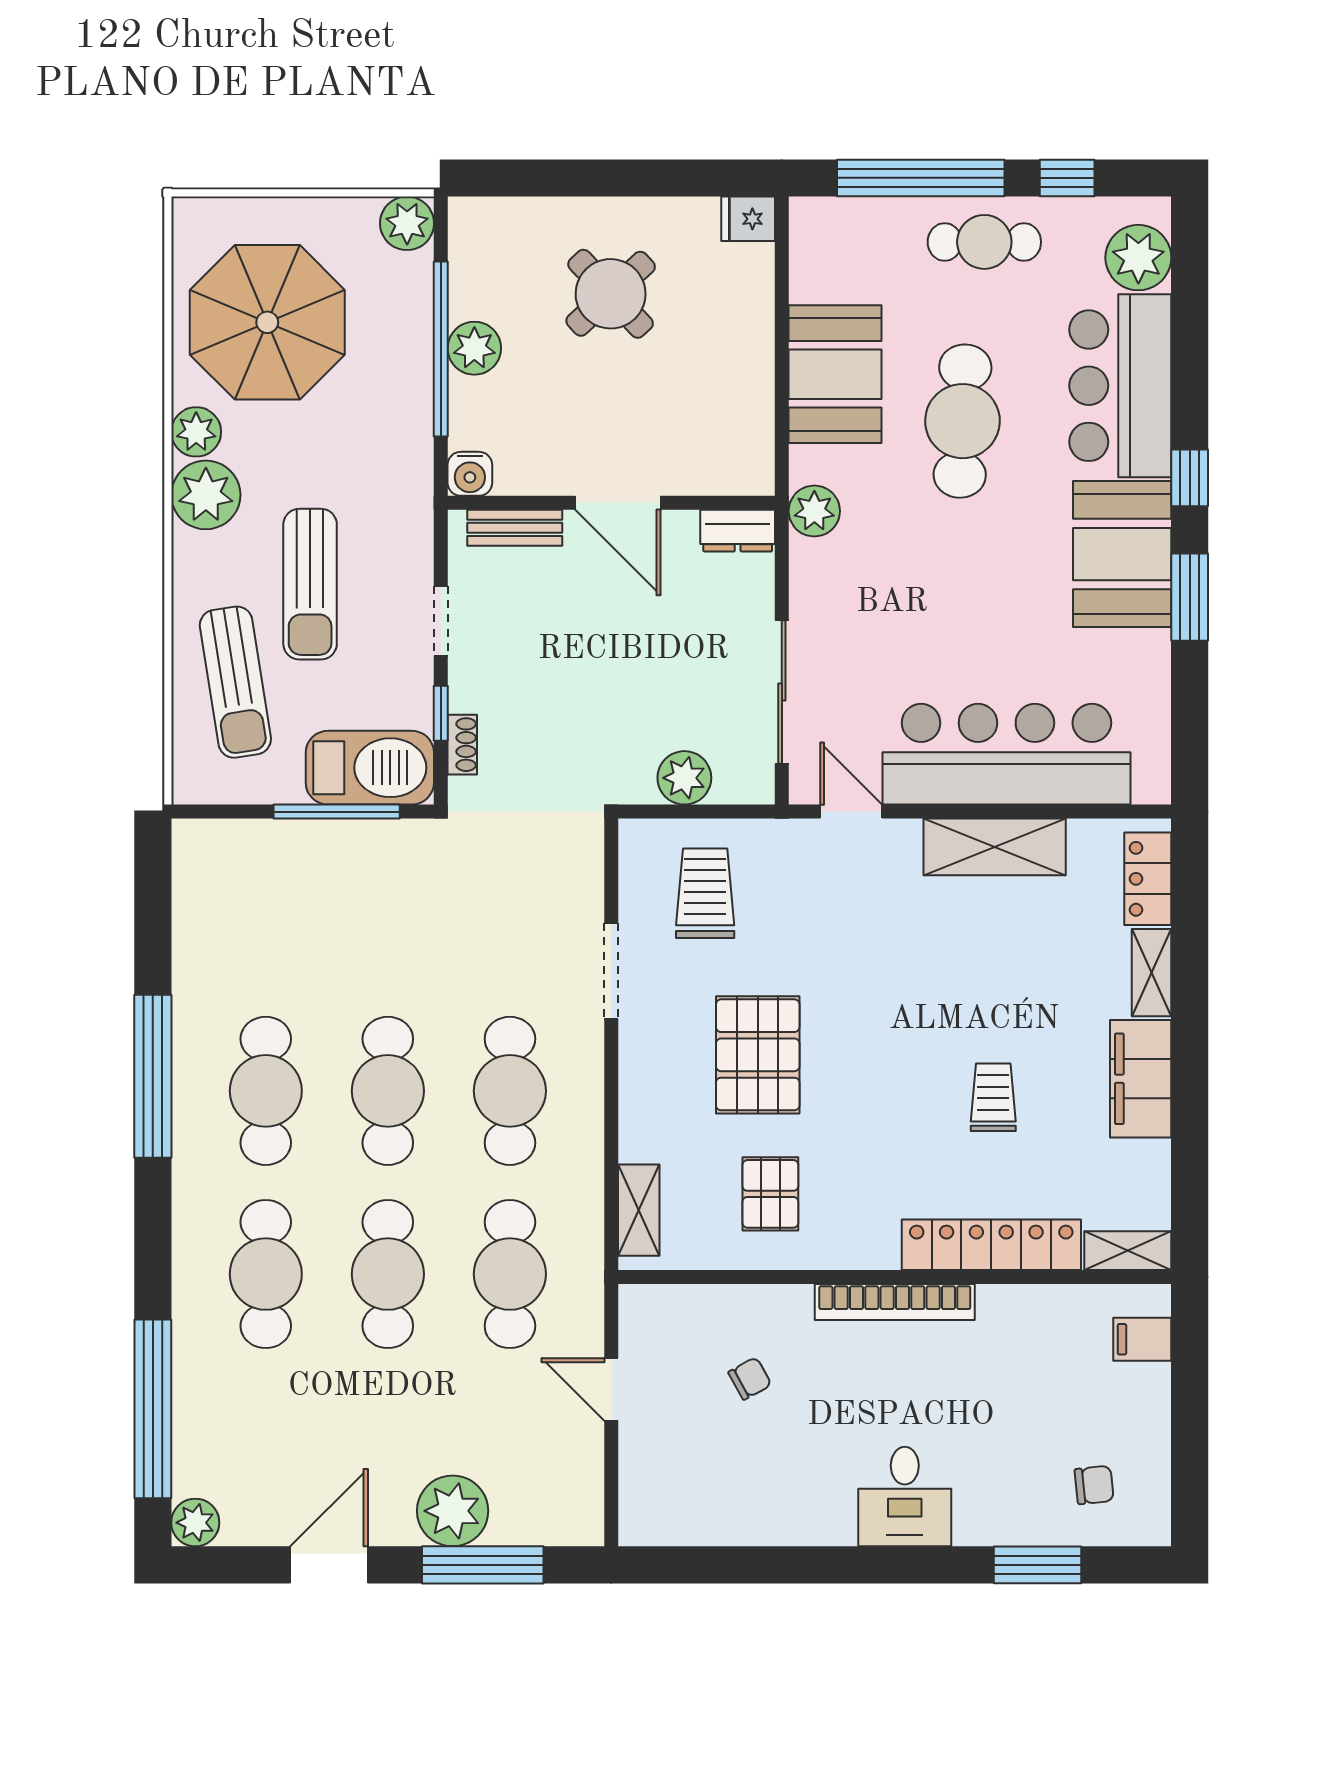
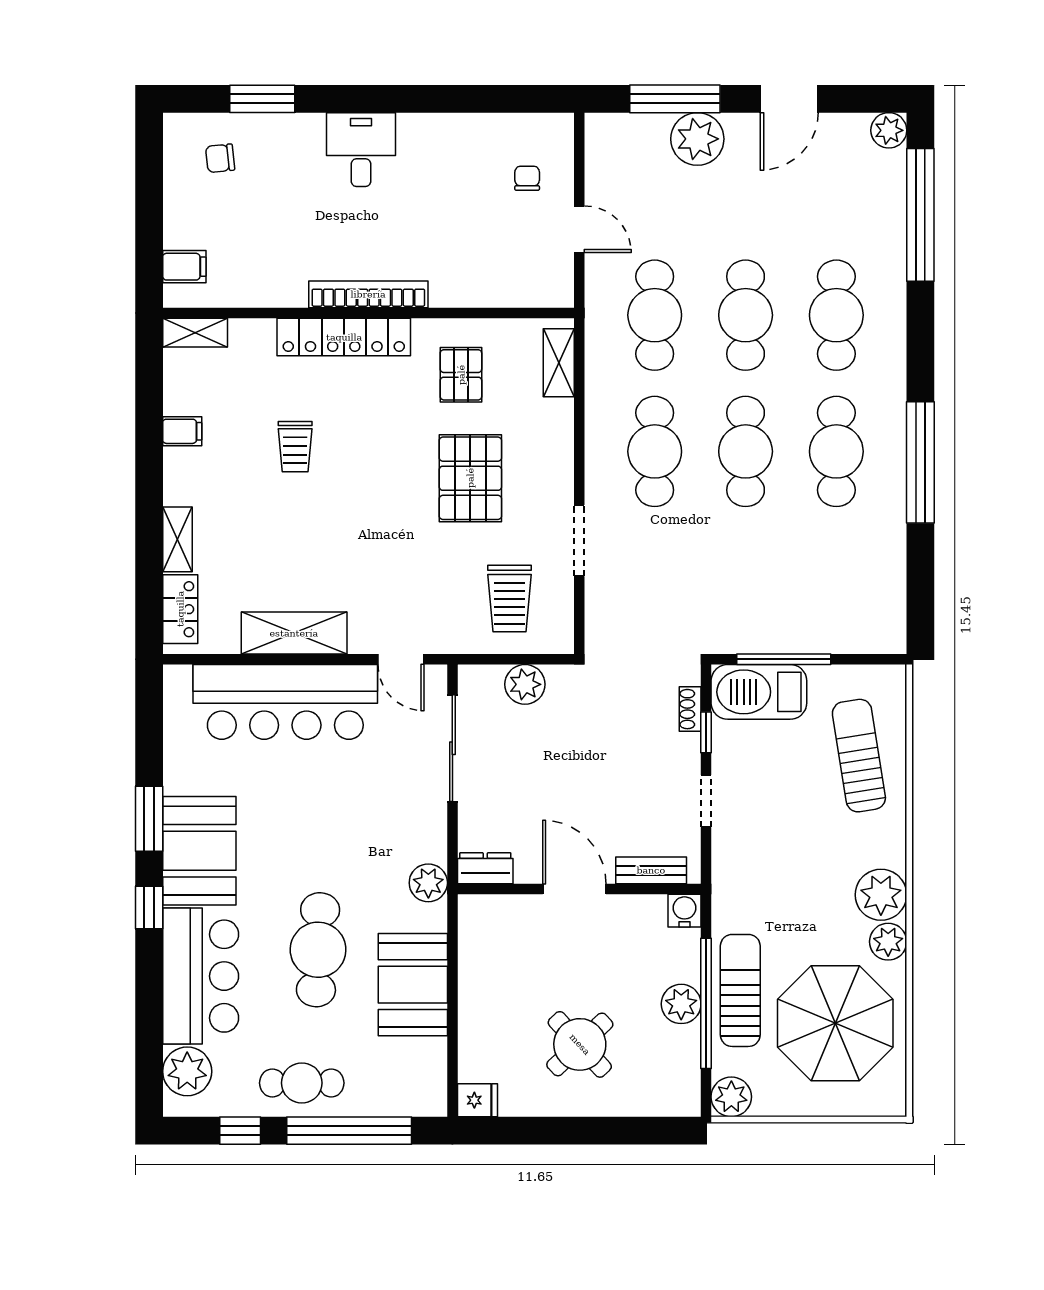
sun lounger: (310, 584) -> (740, 990), moved
filing cabinet: (1141, 1079) -> (182, 431), width x0.33, depth x0.86
locker: (991, 1245) -> (344, 337), moved
chair: (750, 1378) -> (527, 178), moved, turned 119

